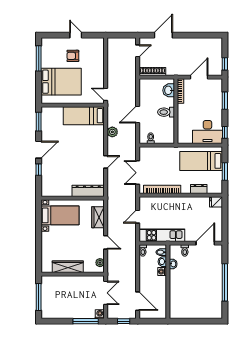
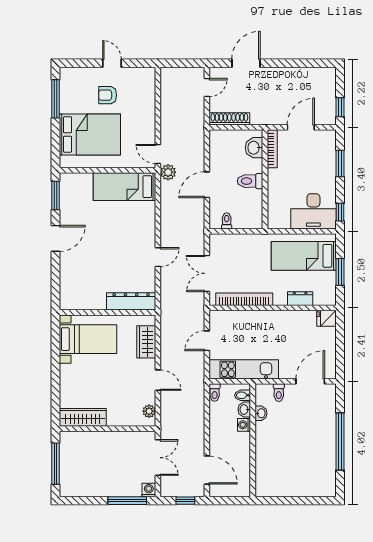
plant: (112, 132) -> (168, 172), moved
window: (39, 170) -> (55, 269), removed
wardrobe: (68, 267) -> (83, 417), moved

